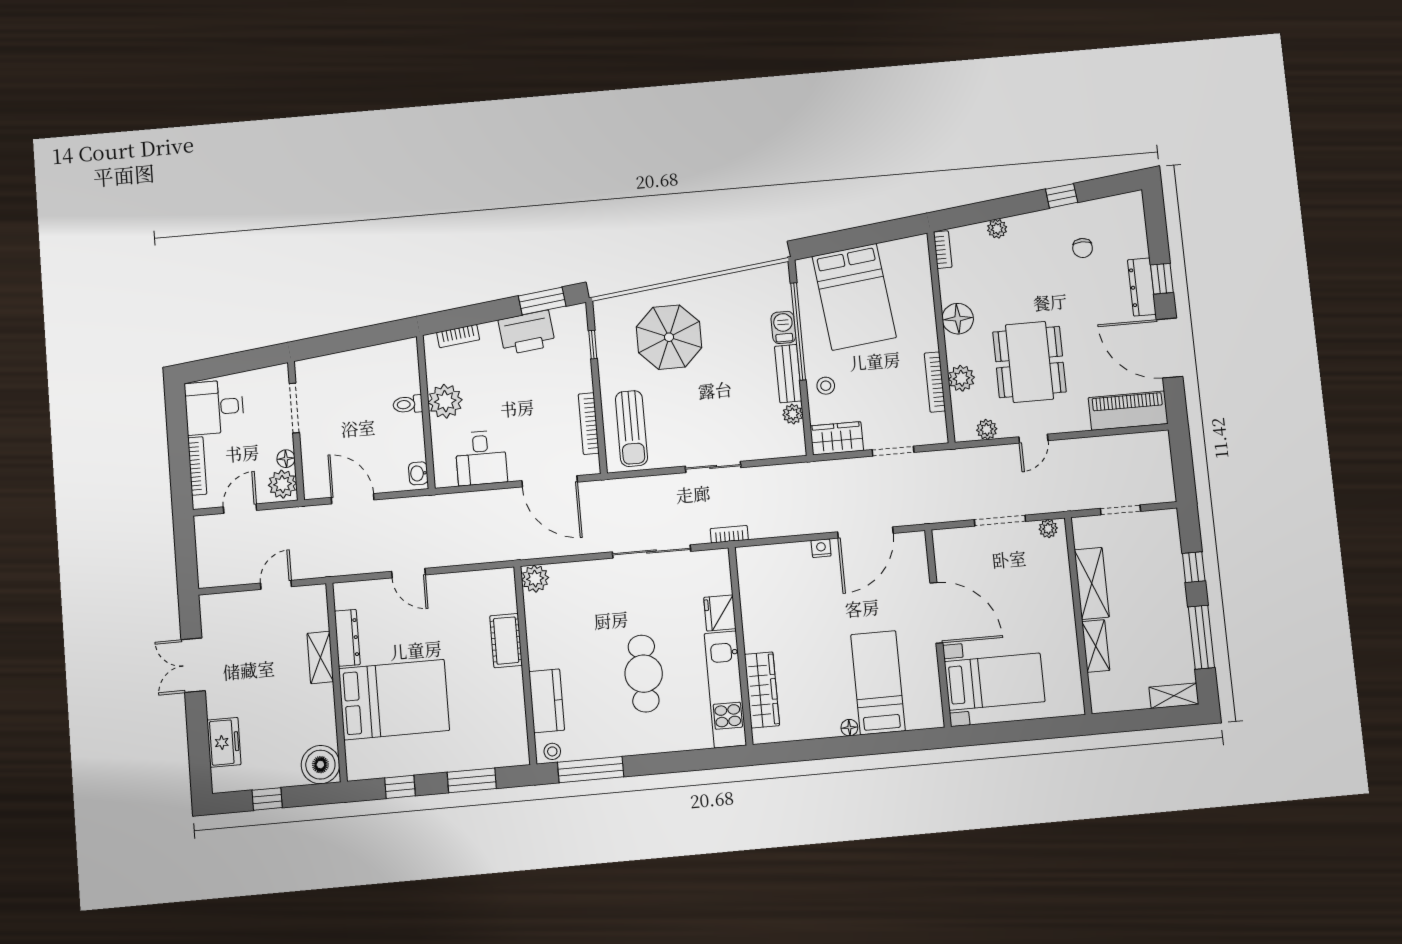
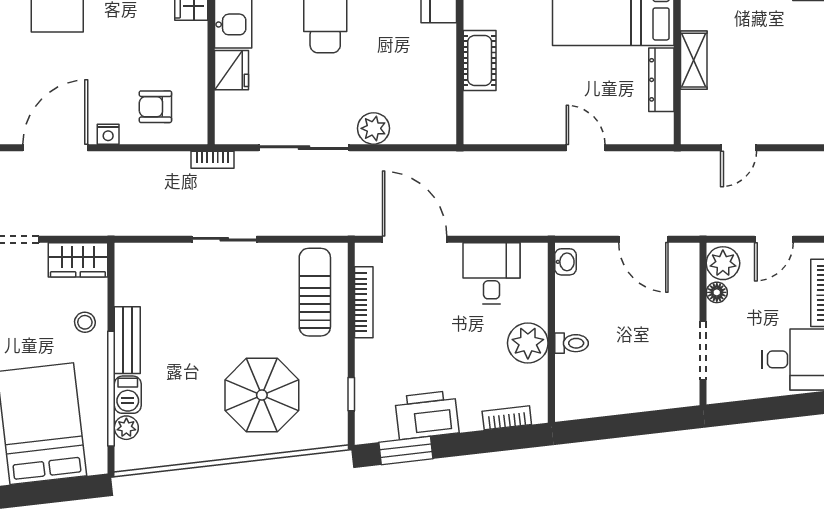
plant: (793, 414) -> (126, 428), moved
armchair: (783, 575) -> (155, 107), added
plant: (535, 579) -> (374, 128), moved

